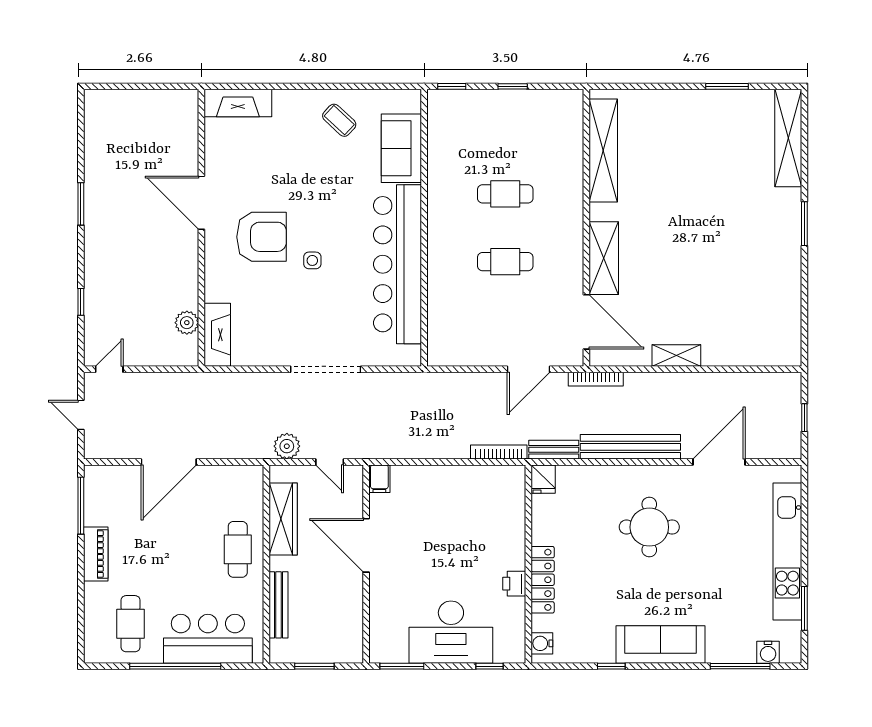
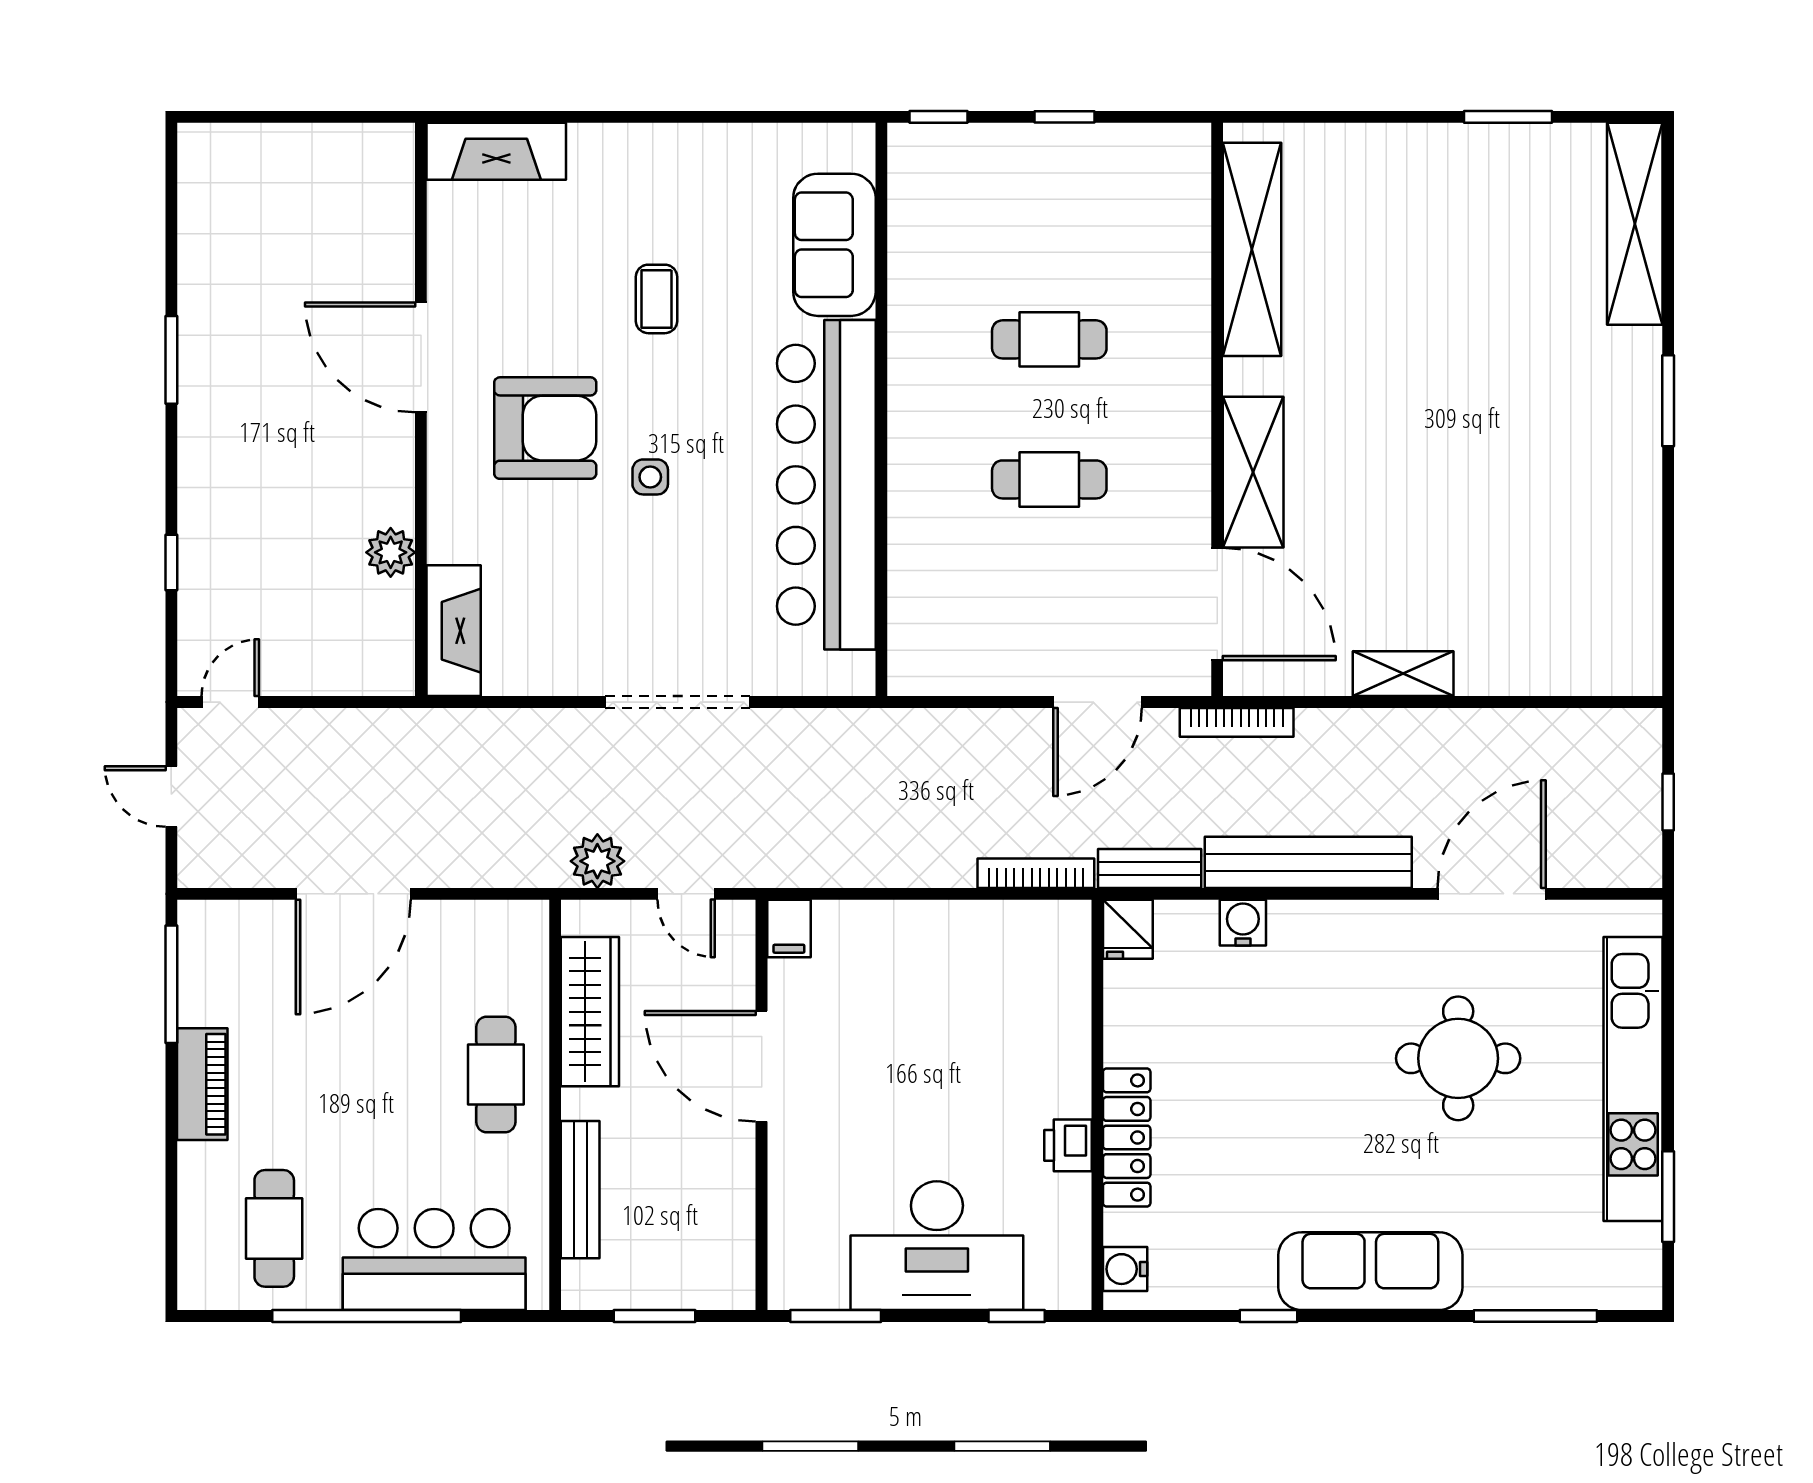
coffee table: (339, 120) -> (656, 299), moved, turned 47
plant: (187, 323) -> (391, 552), moved
round table: (649, 527) -> (1458, 1058), moved
water cooler: (768, 652) -> (1243, 923), moved, turned 180

